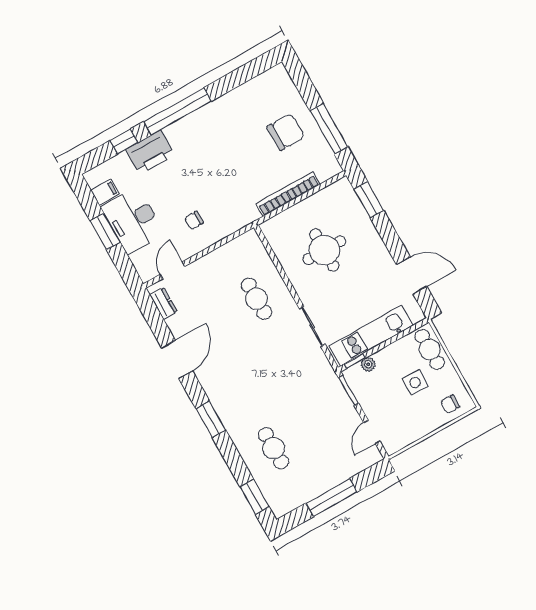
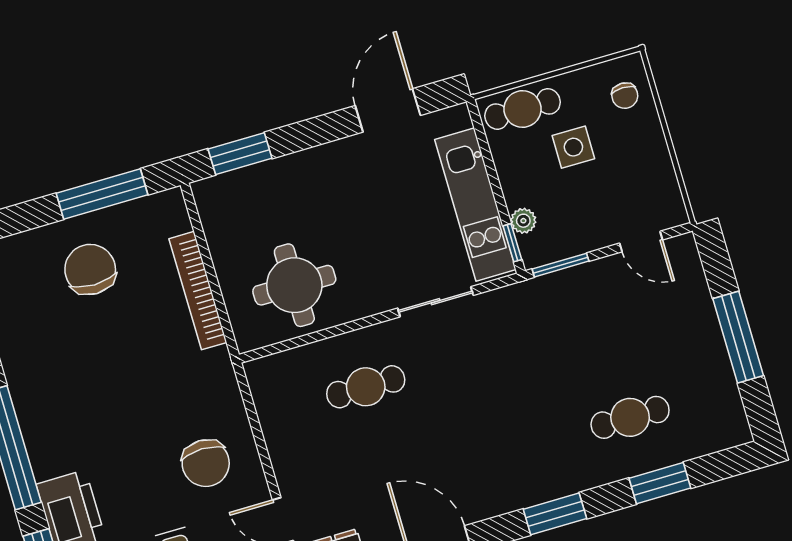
chair: (194, 220) -> (206, 463), width x1.87, depth x1.87
round table: (324, 250) -> (294, 285), moved
window: (255, 497) -> (660, 483), moved

